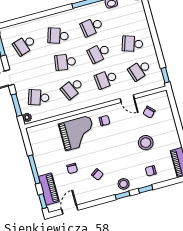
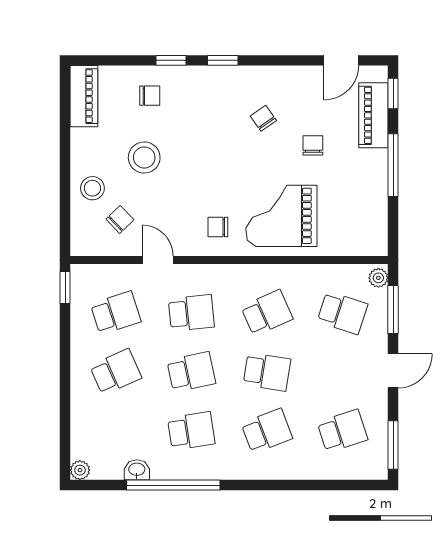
school desk: (58, 36) -> (267, 431), turned -39
school desk: (132, 44) -> (116, 372), turned -42
stool: (124, 184) -> (92, 188), moved

